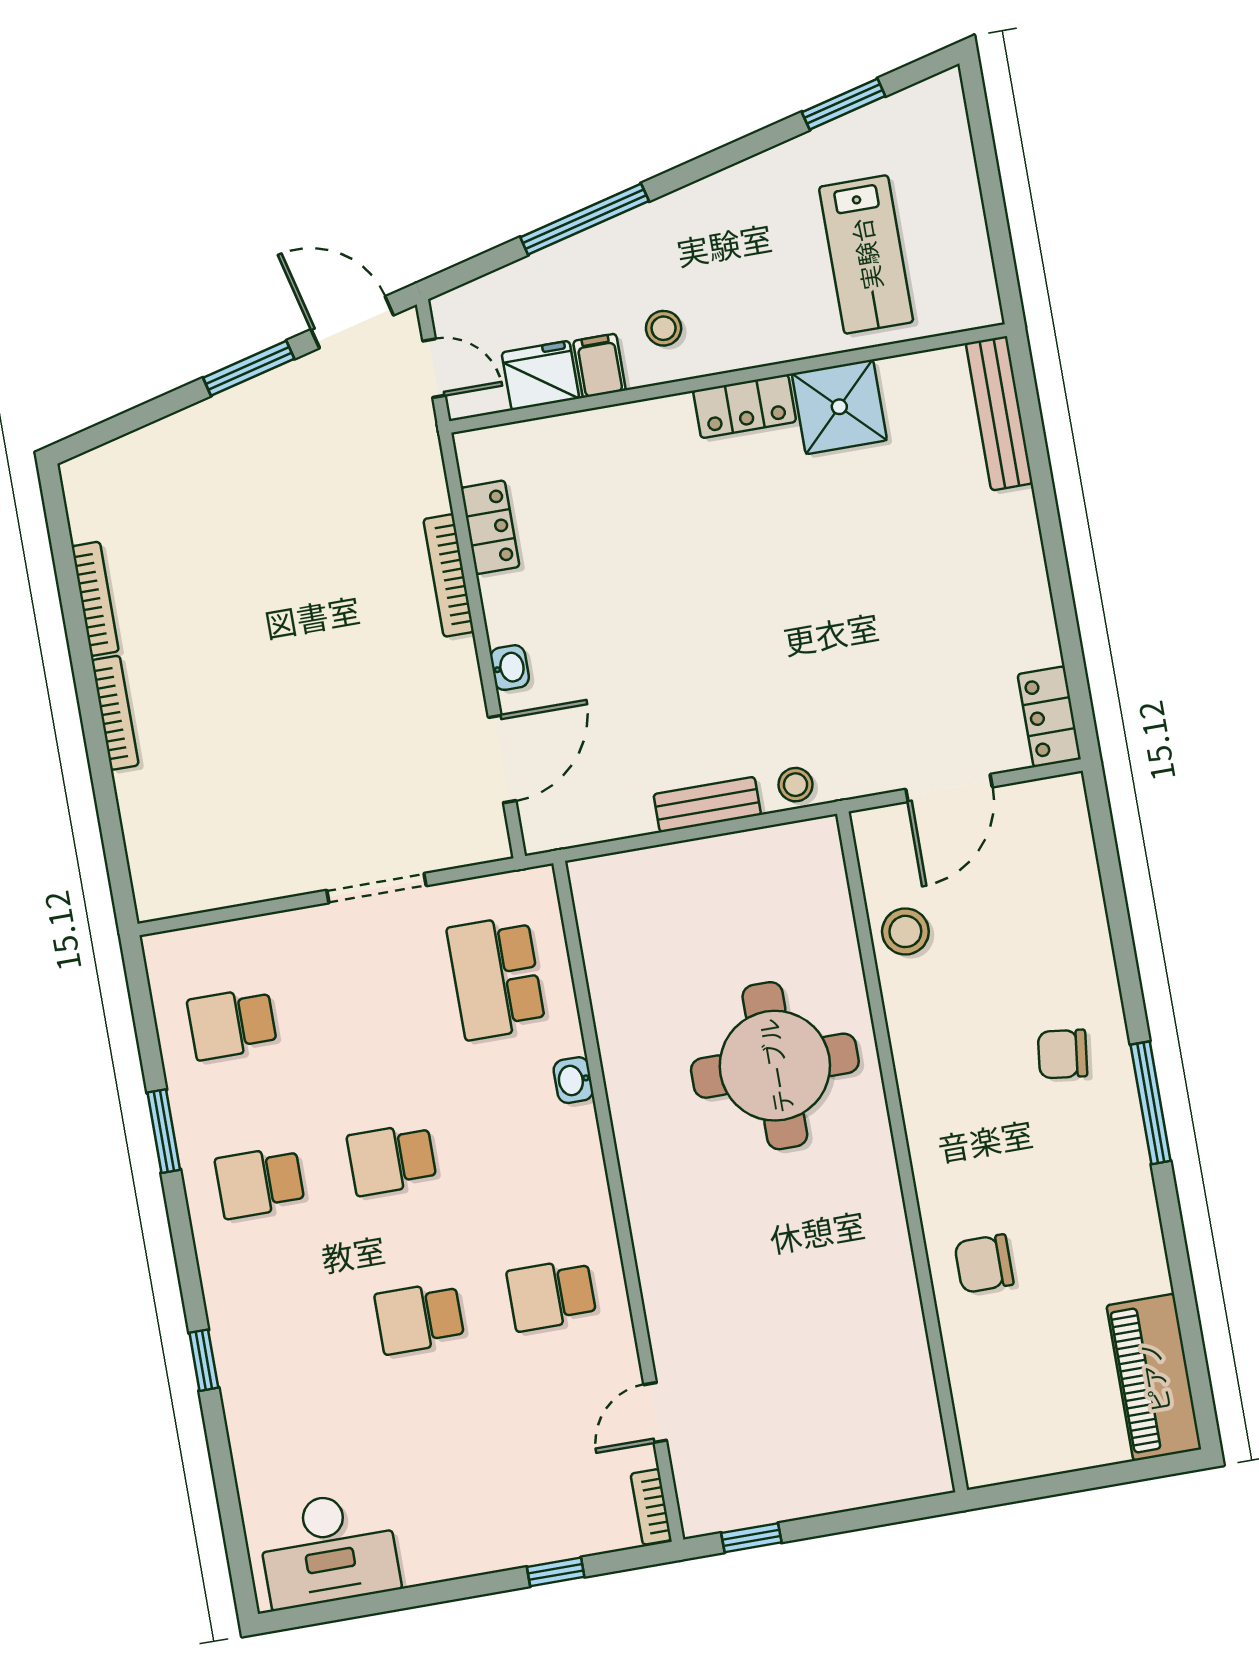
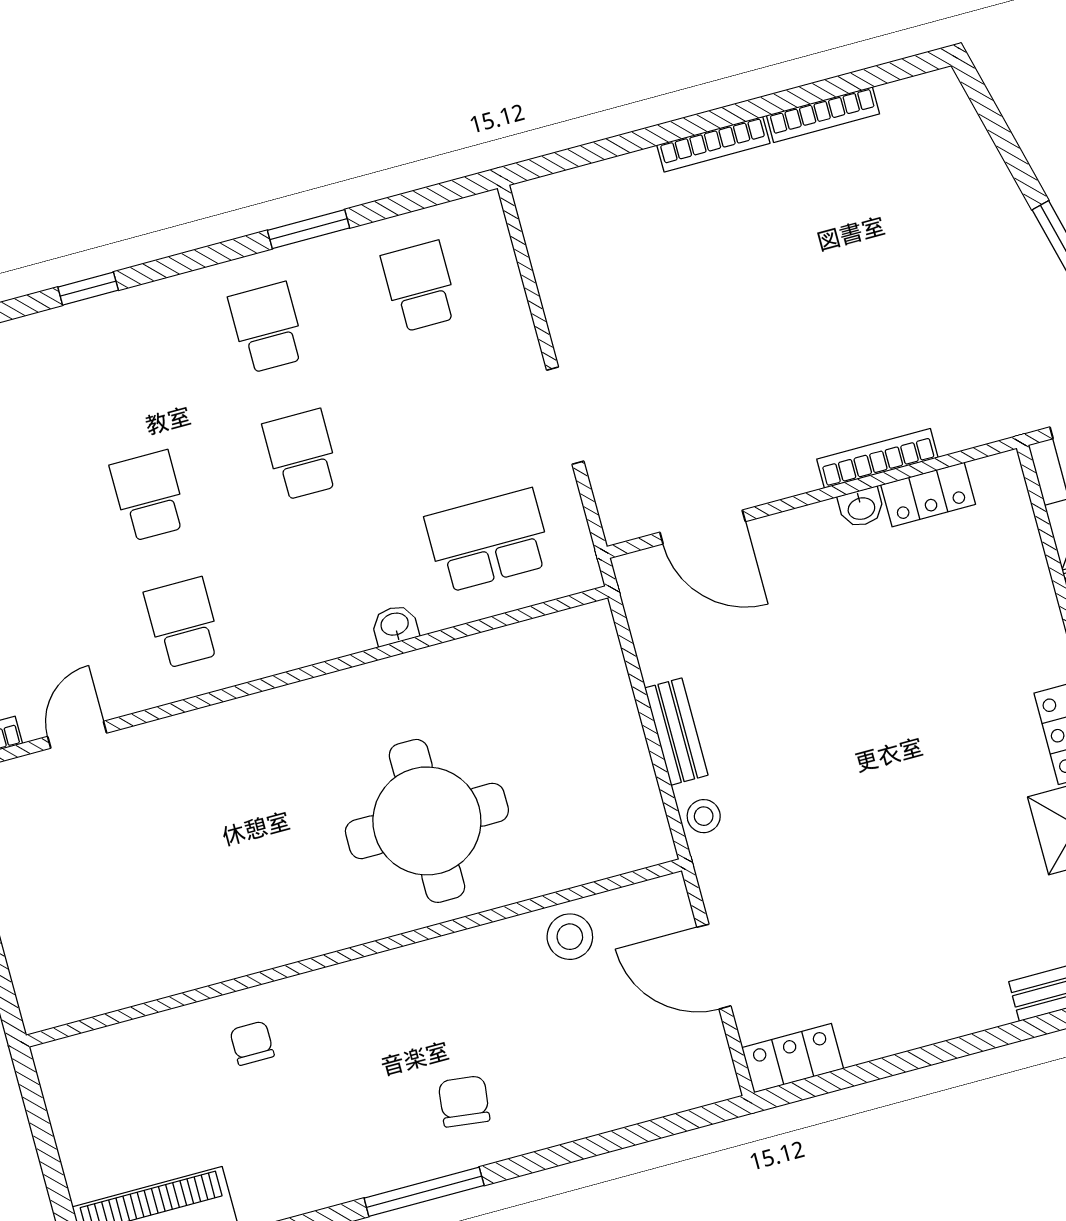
washbasin: (510, 668) -> (861, 508), moved
chair: (984, 1264) -> (252, 1043), width x0.73, depth x0.73
door: (655, 1412) -> (77, 735), hinge flipped

